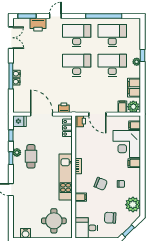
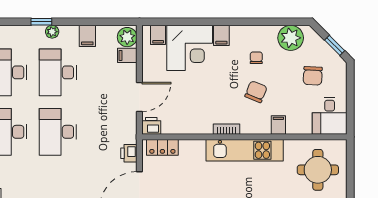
filing cabinet: (134, 88) -> (87, 36), width x0.50

